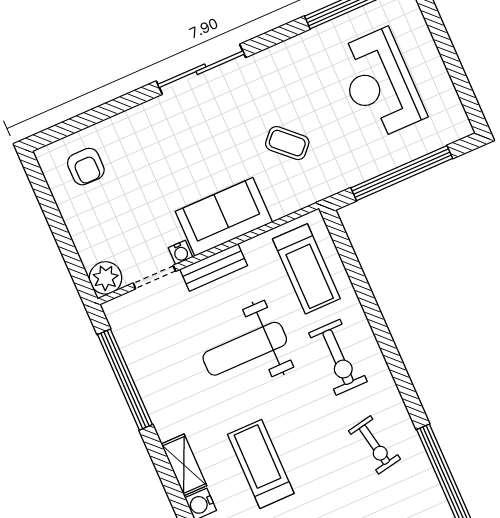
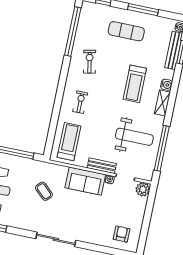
weight bench: (245, 349) -> (134, 137), moved
exercise bike: (338, 357) -> (80, 102), width x0.73, depth x0.72

